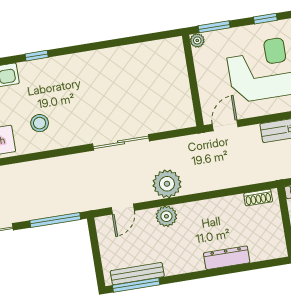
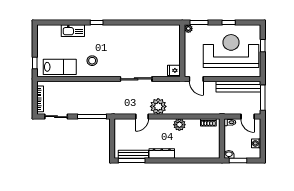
fridge: (184, 117) -> (174, 70), added
door: (225, 125) -> (196, 79), swing flipped
door: (123, 209) -> (142, 117), moved
plant: (166, 216) -> (179, 125), moved
dresser: (227, 258) -> (162, 153), moved

